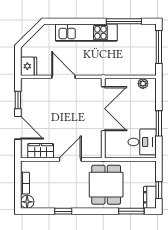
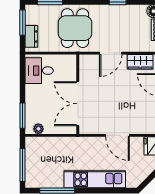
window: (159, 123) -> (23, 116), moved
window: (159, 190) -> (23, 23), width x1.50
dresser: (150, 197) -> (31, 36), moved

